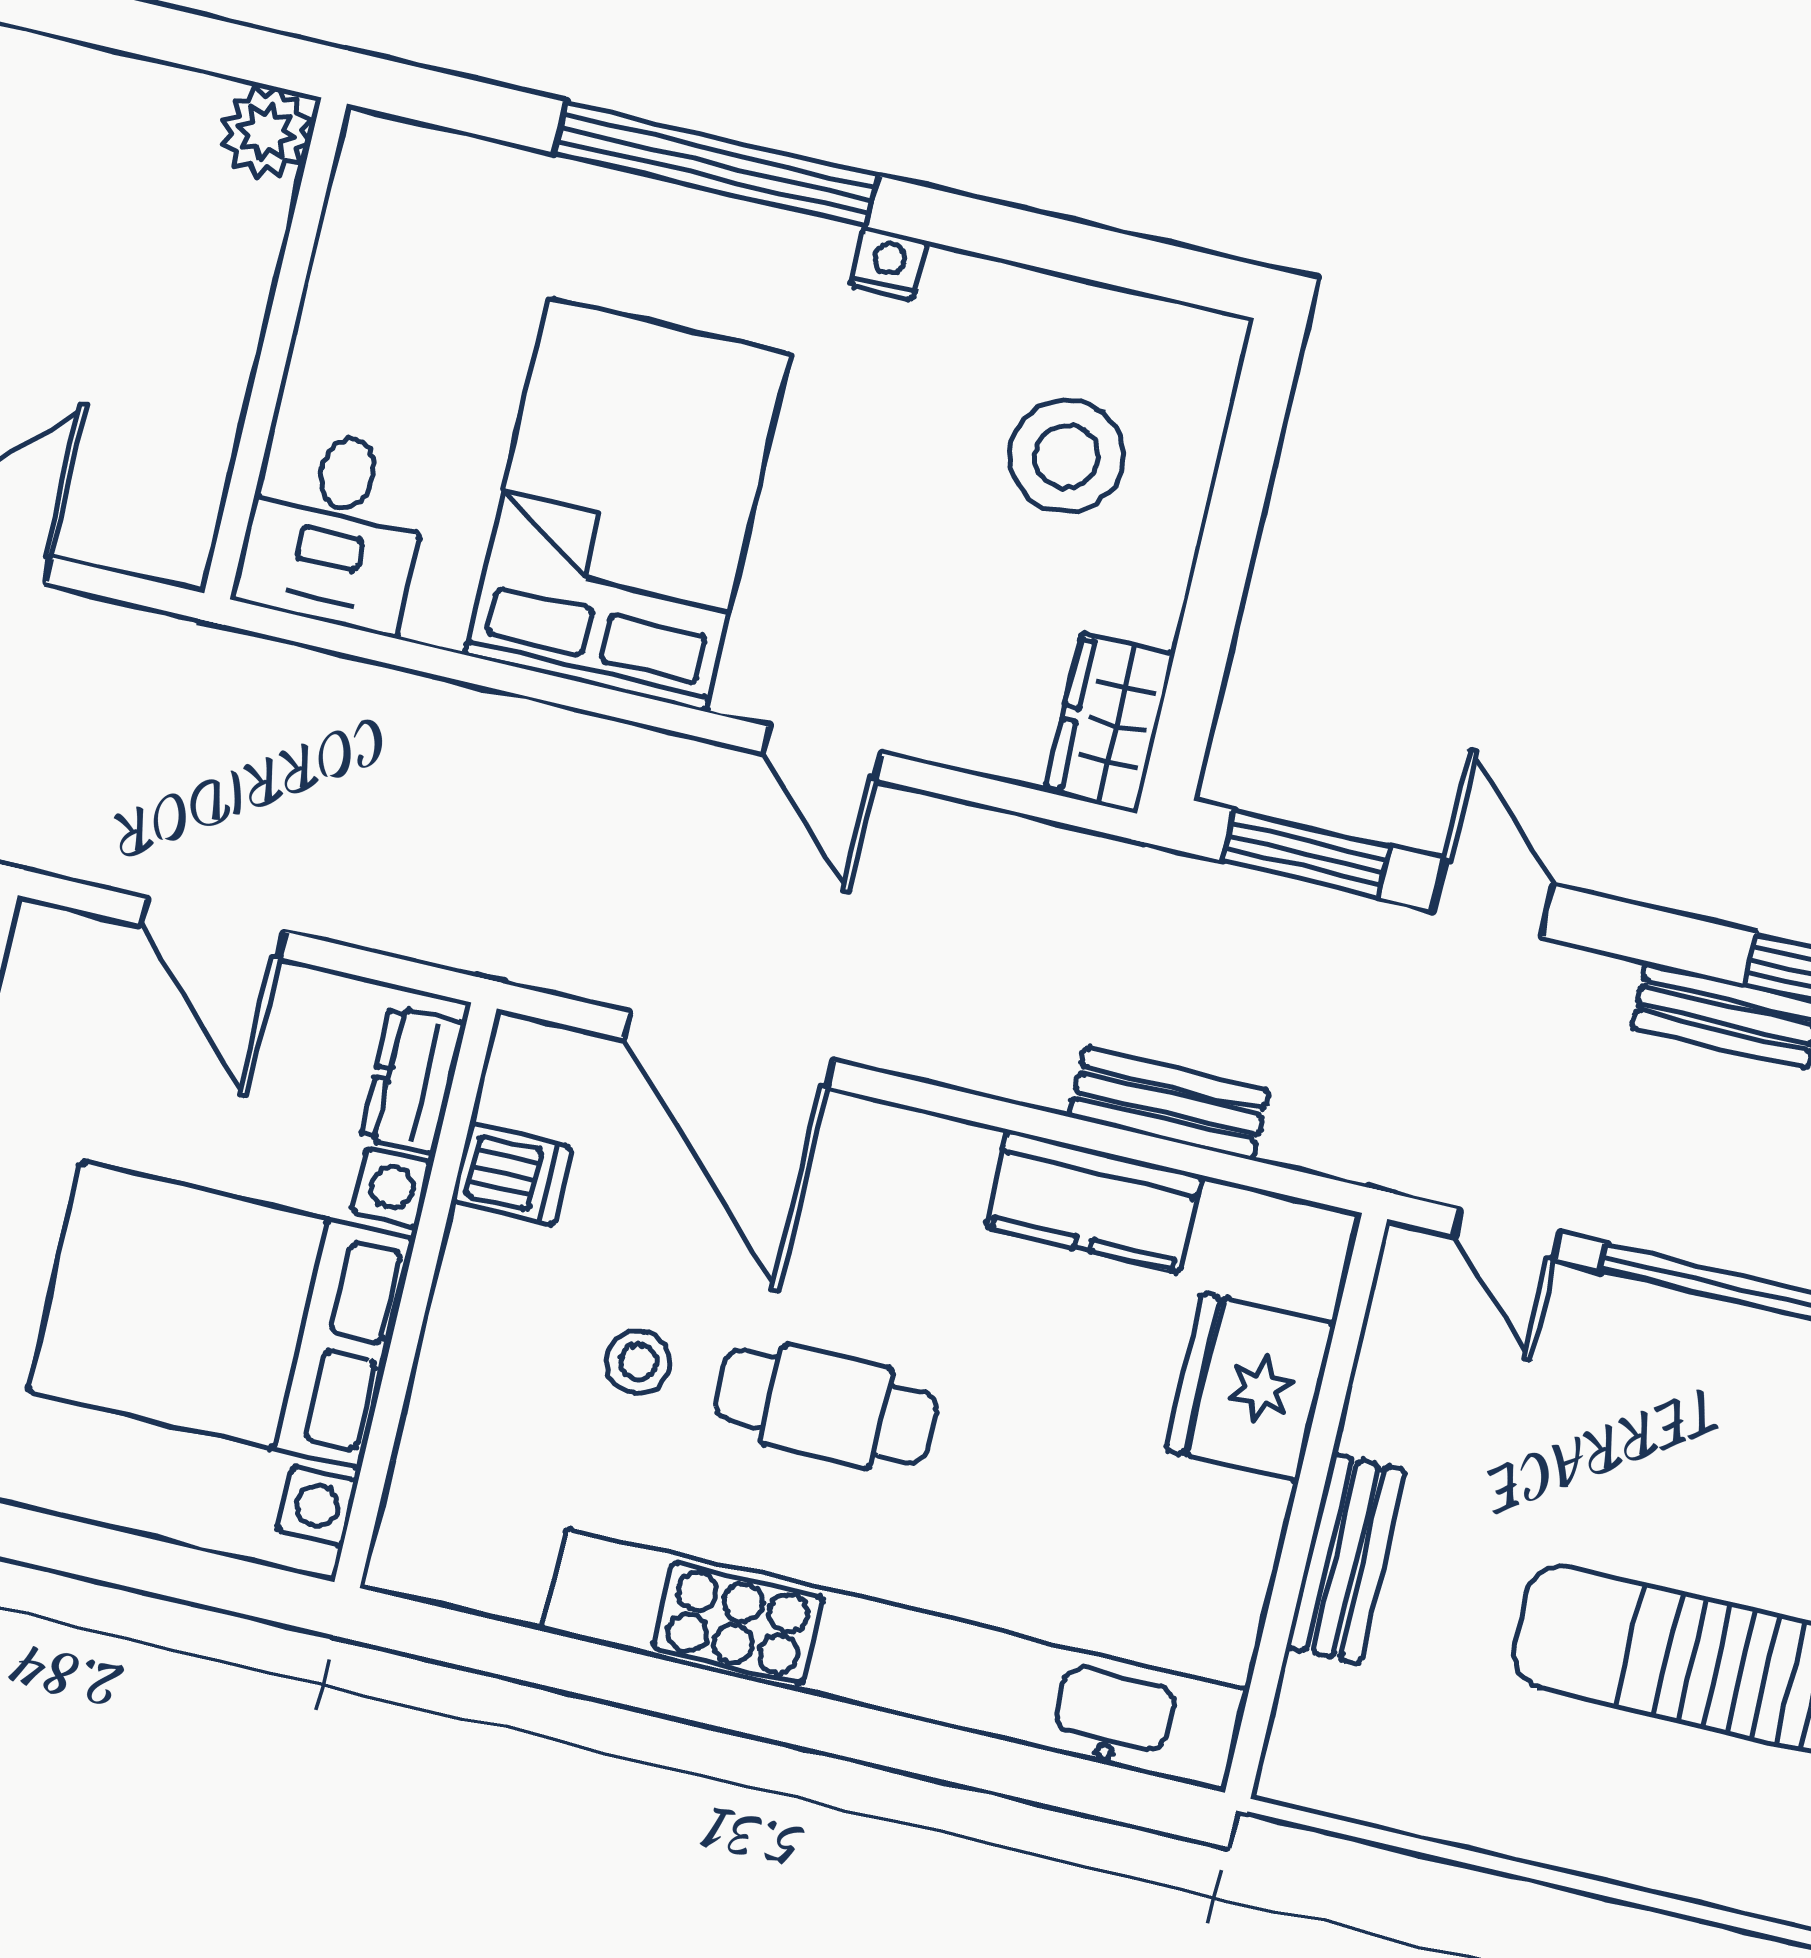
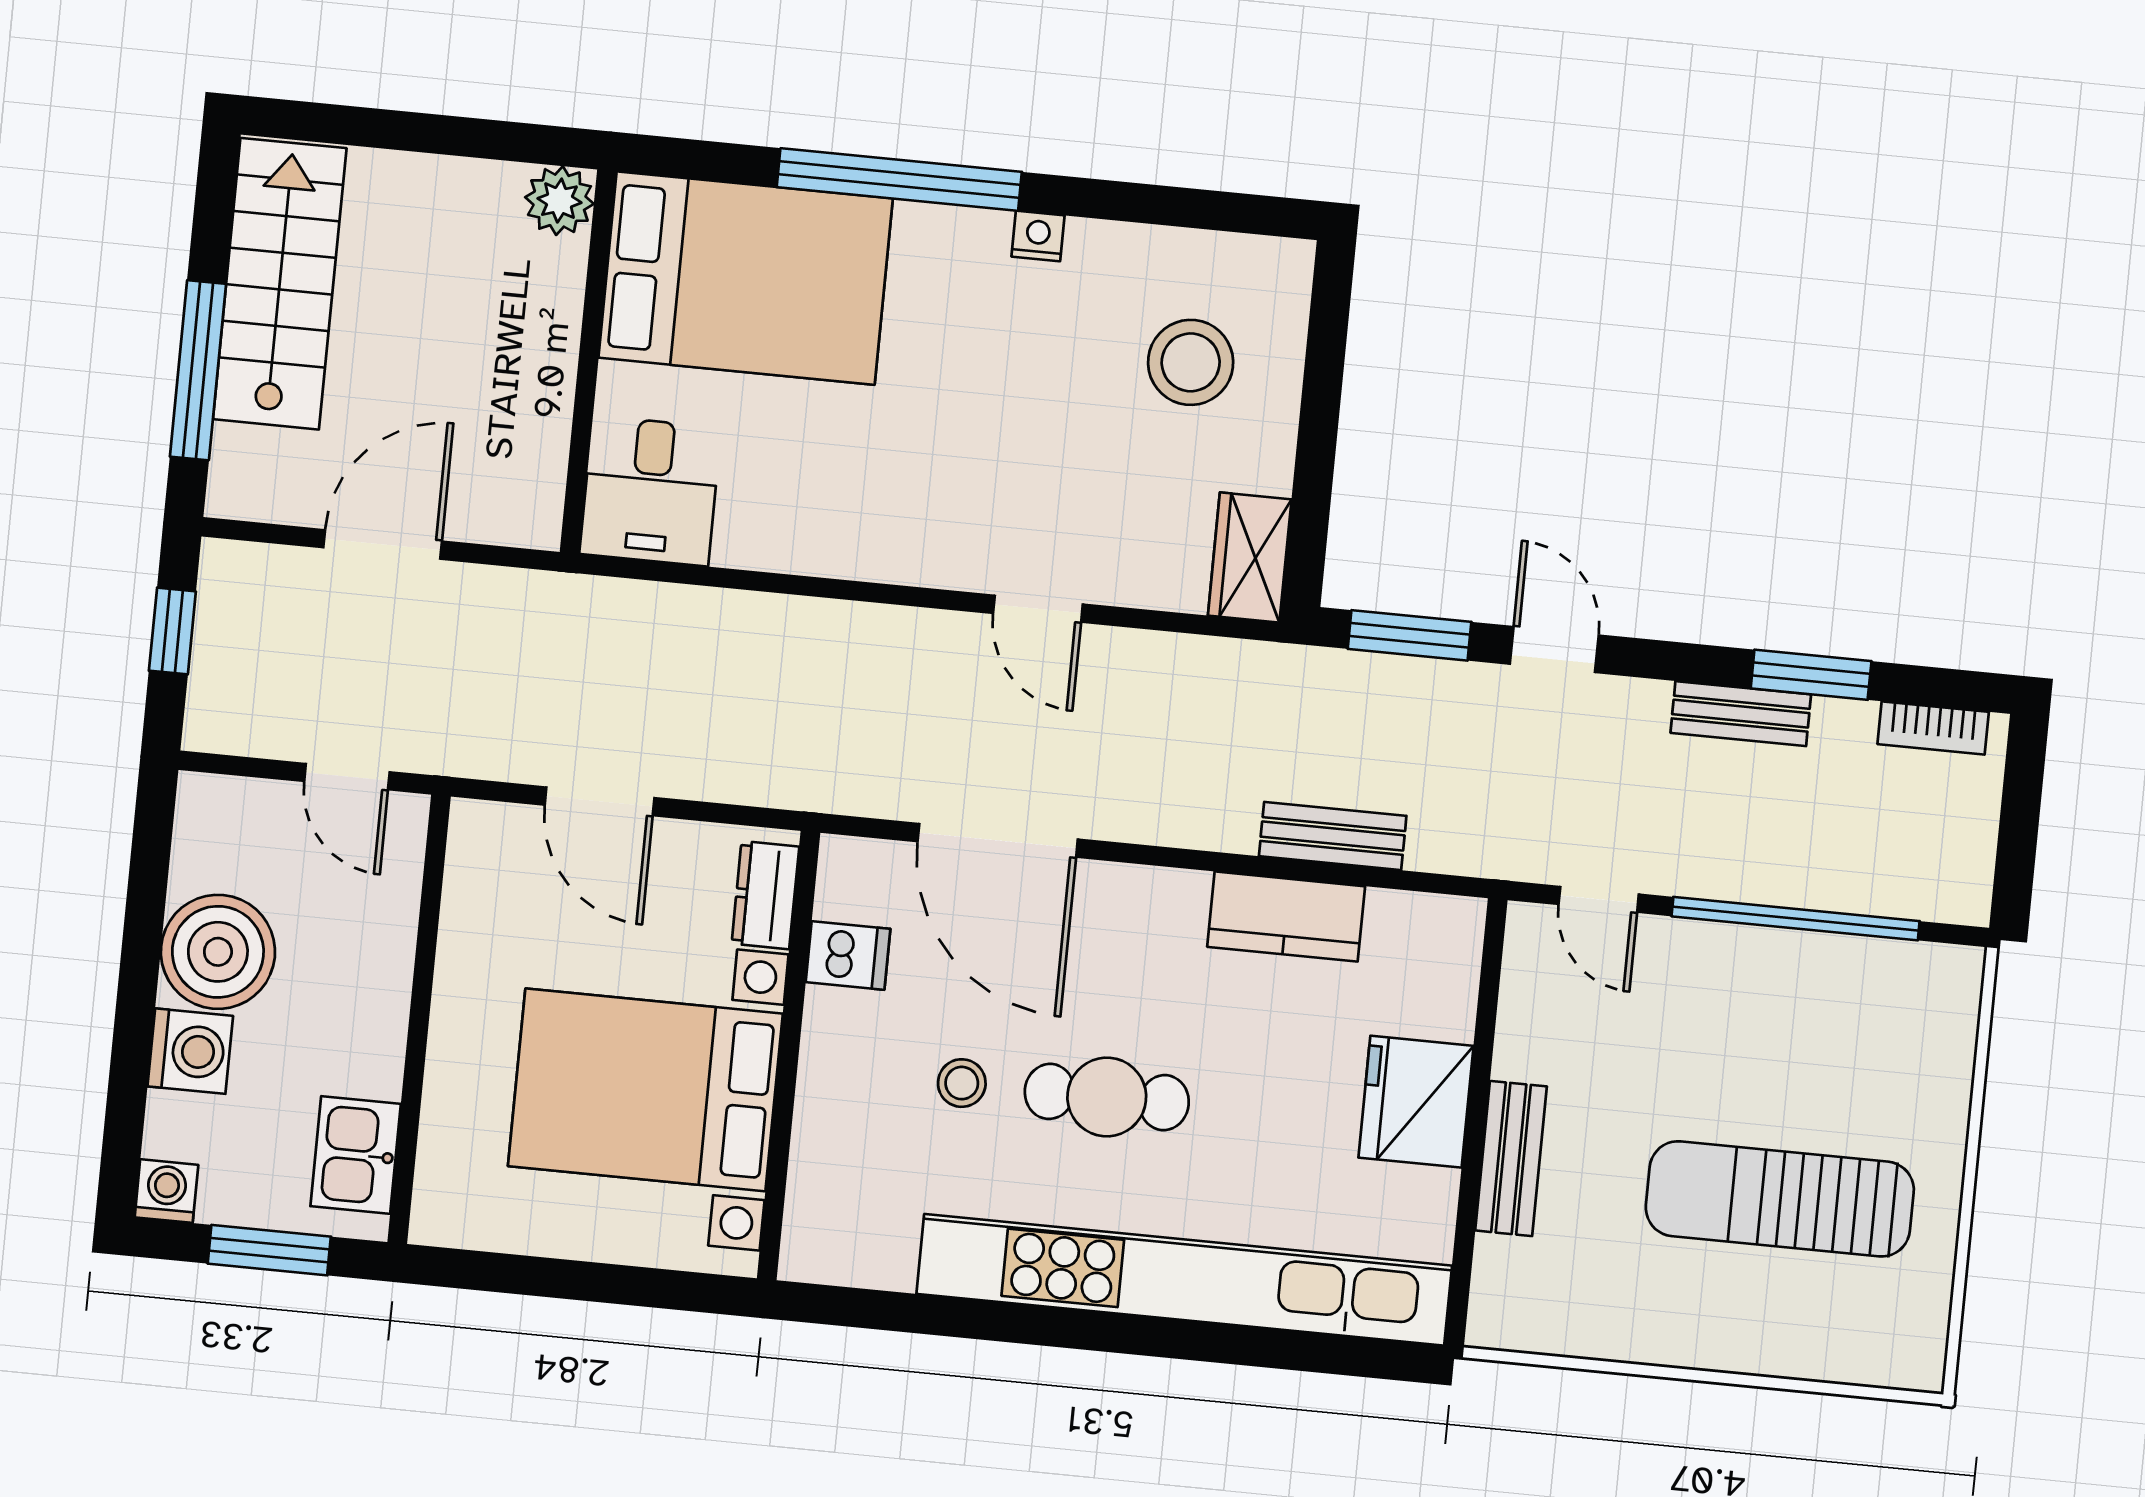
bed: (627, 504) -> (746, 278), moved, turned 90
fridge: (1250, 1387) -> (1416, 1102), moved

